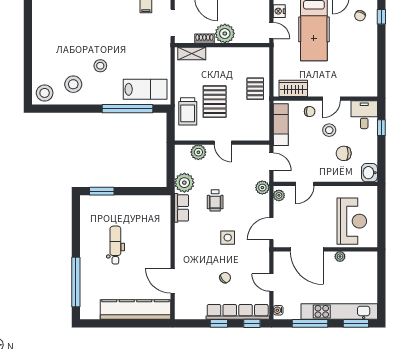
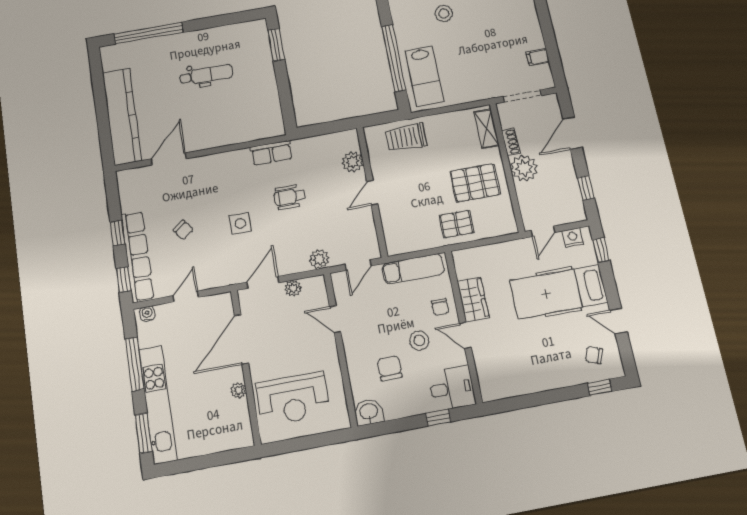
wardrobe: (293, 88) -> (473, 299), moved
pallet: (215, 102) -> (475, 183), moved
plant: (184, 183) -> (307, 150), removed
plant: (279, 195) -> (293, 288), moved
door: (271, 229) -> (263, 282), hinge flipped

